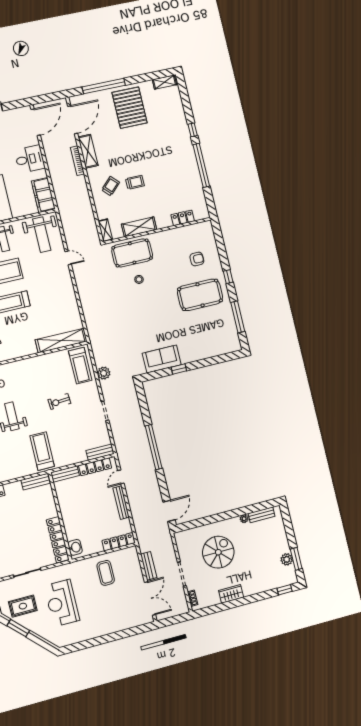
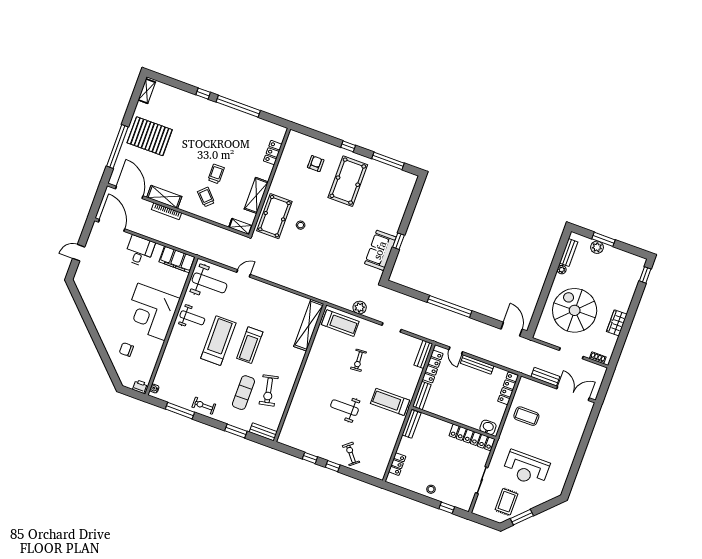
spiral stairs: (218, 552) -> (575, 310), width x1.37, depth x1.37
plant: (287, 559) -> (597, 247), moved
window: (296, 559) -> (604, 239), moved

